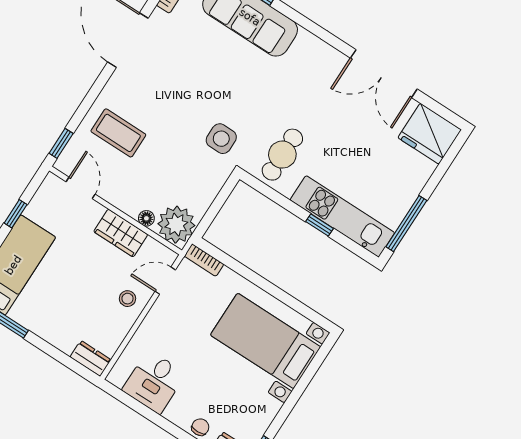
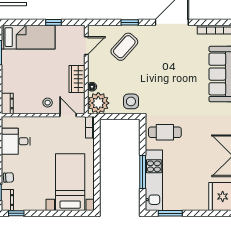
coffee table: (118, 133) -> (124, 47), turned 42
side table: (221, 139) -> (131, 101), moved
window: (61, 143) -> (130, 22), moved
window: (406, 224) -> (170, 213), width x0.69
window: (319, 225) -> (143, 172), width x2.17

